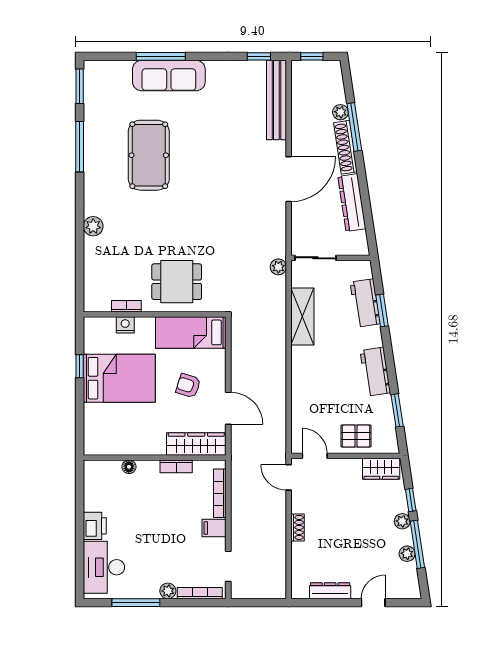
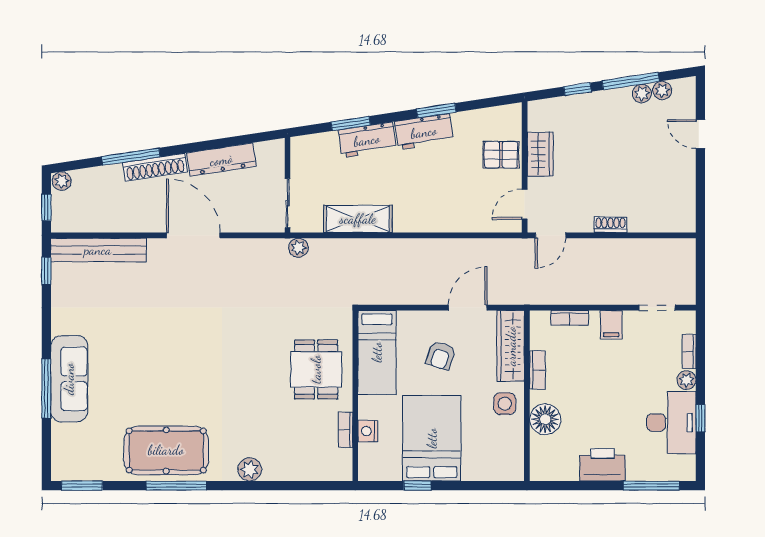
plant: (340, 112) -> (62, 181), moved
window: (80, 147) -> (176, 486), moved
pool table: (149, 155) -> (166, 450), moved
workbench: (365, 303) -> (367, 140), moved
window: (397, 410) -> (436, 111), moved
pallet: (356, 436) -> (501, 155), turned 90
side table: (148, 439) -> (505, 404), added
floor lamp: (129, 467) -> (545, 419), width x1.89, depth x1.89
wardrobe: (381, 469) -> (540, 154), moved
bookcase: (220, 493) -> (570, 318), width x0.64
plant: (402, 521) -> (662, 90), moved
printer: (95, 526) -> (602, 465), width x1.37, depth x1.19
window: (80, 562) -> (651, 486), added
desk: (104, 567) -> (671, 423), moved, turned -90
dresser: (330, 591) -> (686, 186), removed
bookcase: (200, 593) -> (689, 352), width x0.64
window: (136, 603) -> (700, 418), width x0.46

